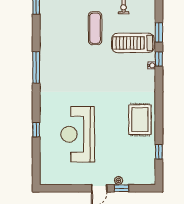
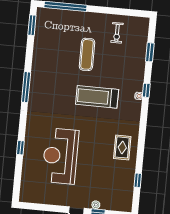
window: (159, 32) -> (150, 52), moved
treadmill: (133, 43) -> (97, 97), moved
rug: (140, 120) -> (122, 147), width x0.73, depth x0.70

